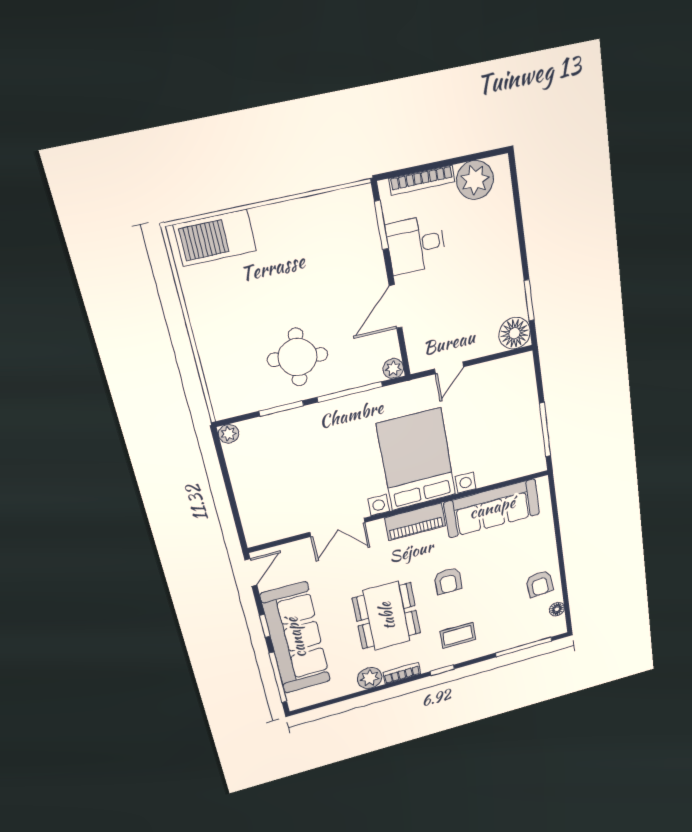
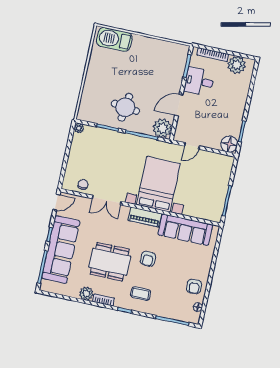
plant: (393, 368) -> (162, 128), width x1.88, depth x1.88
chair: (283, 523) -> (83, 184), added
dining table: (387, 616) -> (110, 262), turned 90

